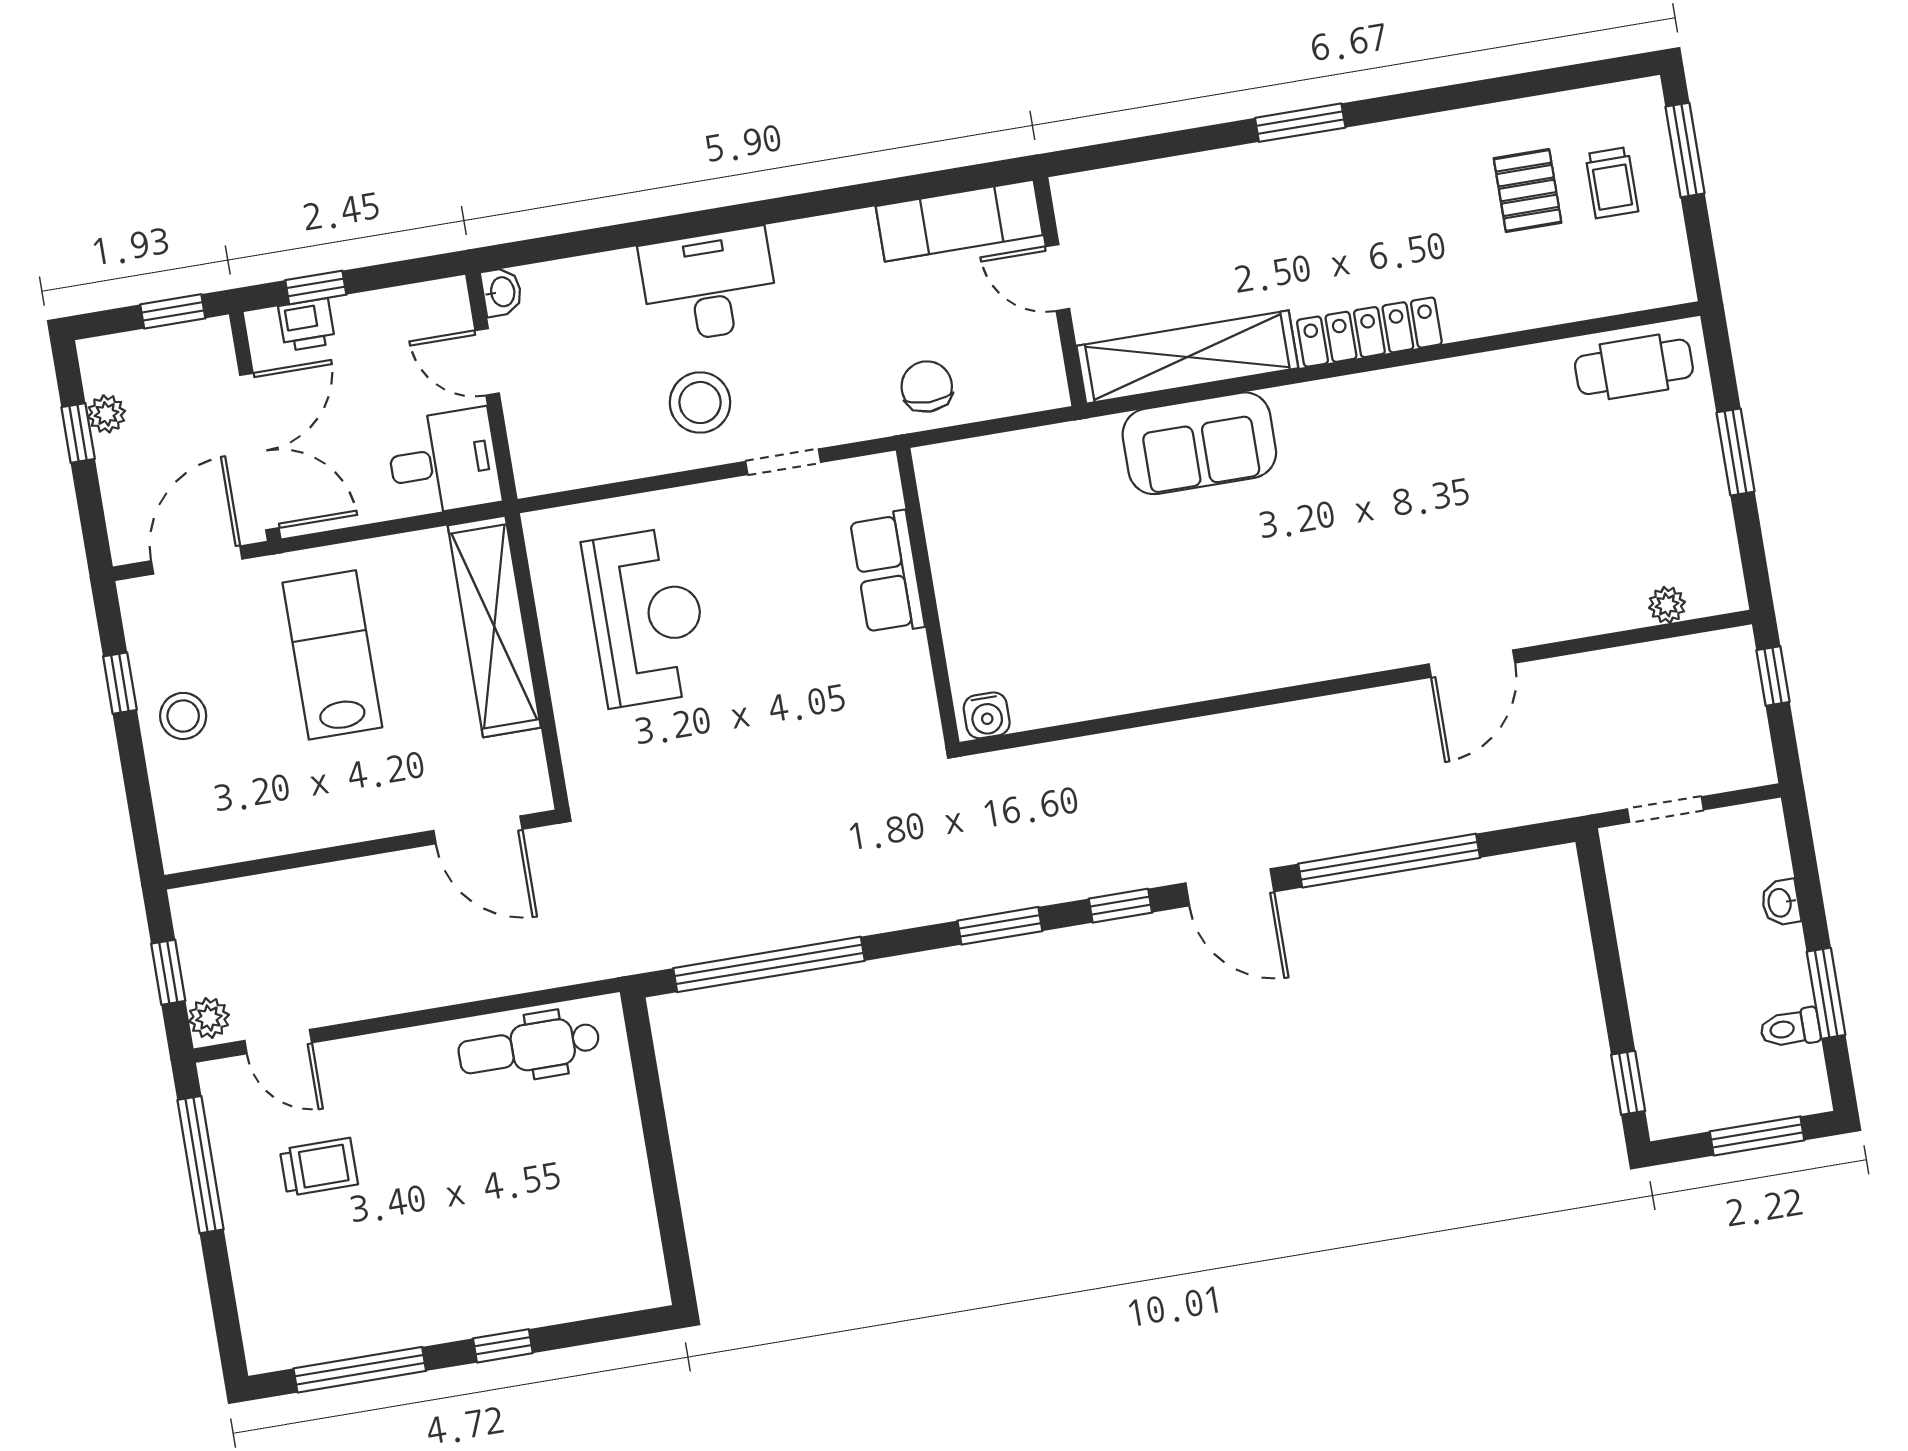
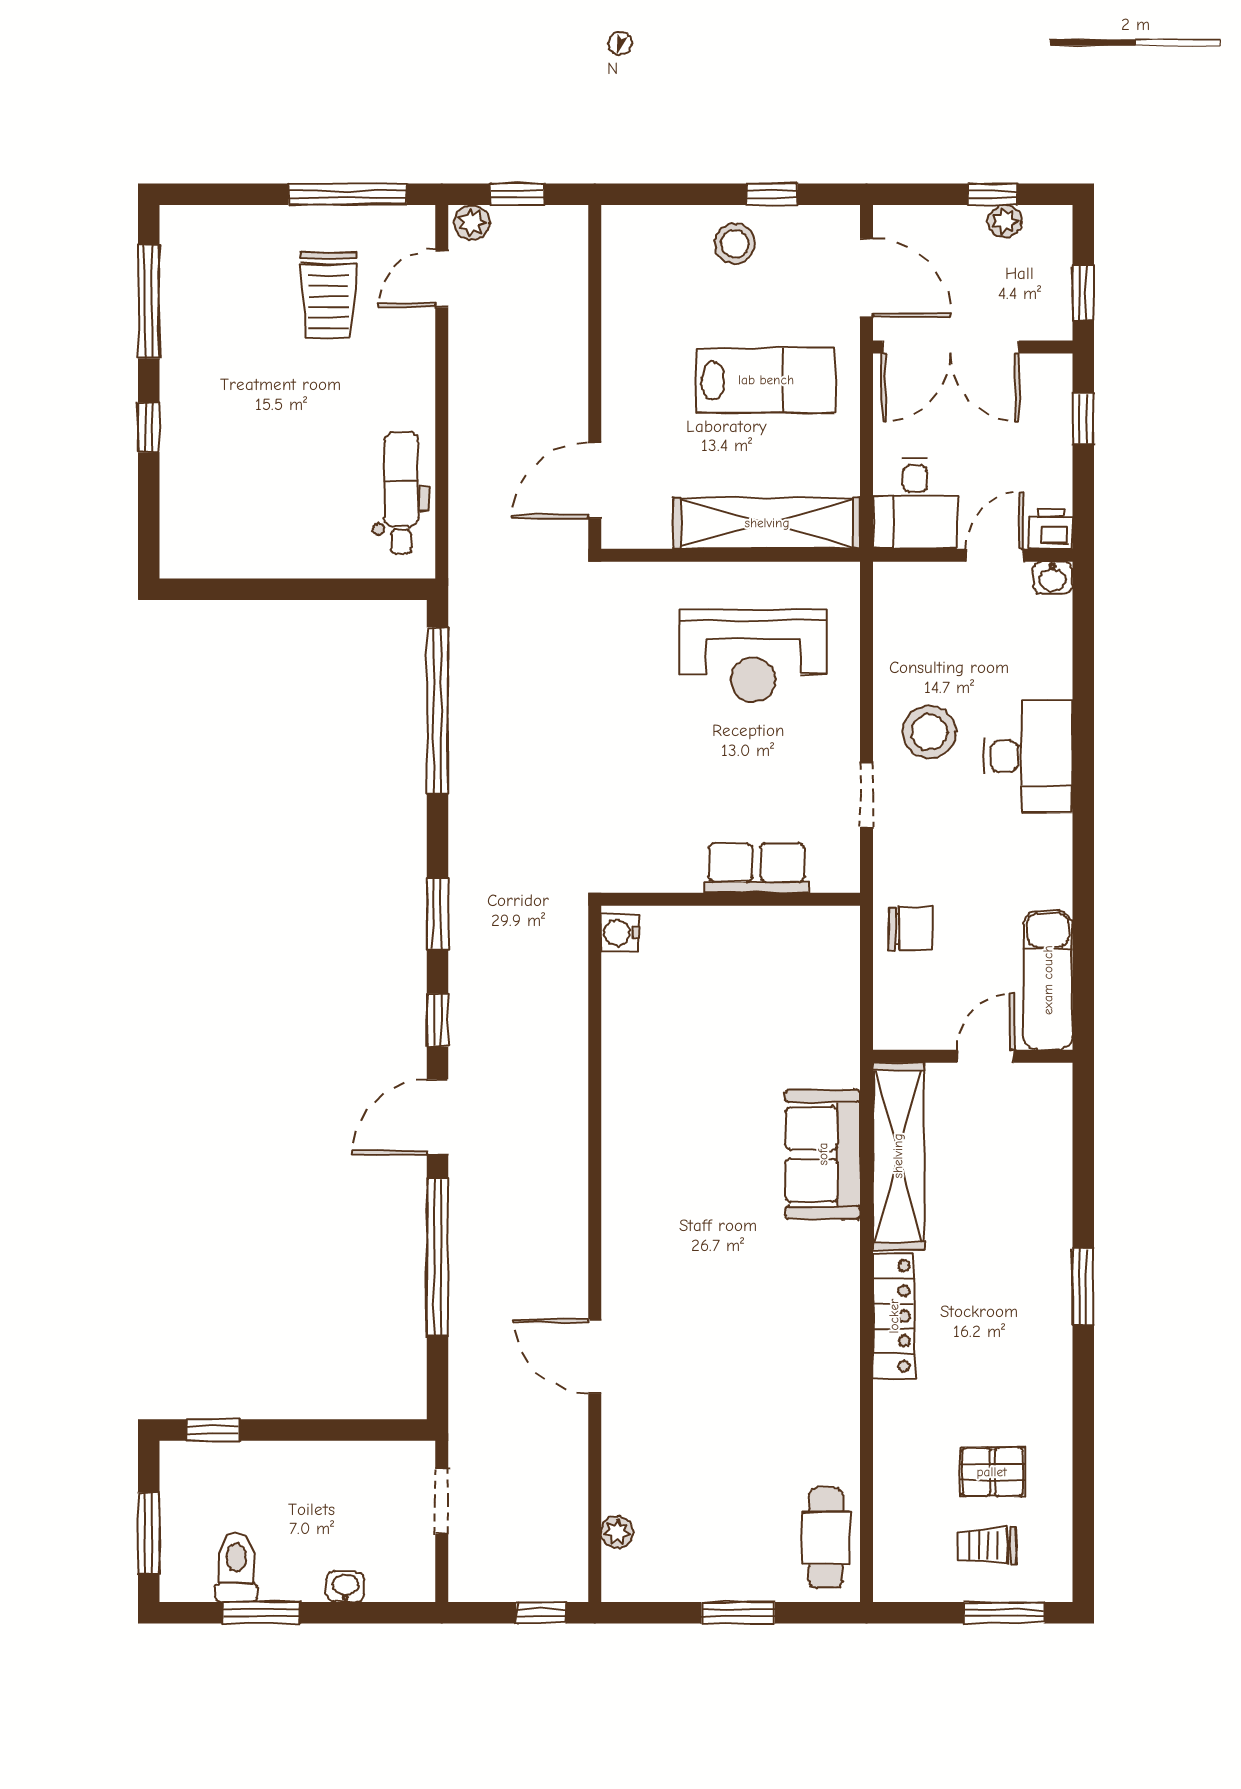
printer: (307, 325) -> (1051, 529), moved, turned 90
toilet: (1790, 1028) -> (236, 1567), width x1.37, depth x1.39
trolley: (319, 1167) -> (329, 295), width x1.36, depth x1.39

